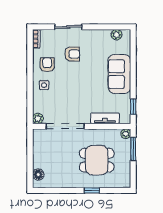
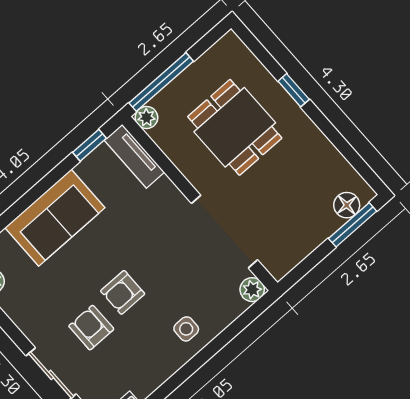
armchair: (47, 65) -> (123, 292), moved
tv unit: (105, 118) -> (134, 156), moved
window: (133, 149) -> (161, 82), width x1.44
window: (30, 171) -> (353, 225), added

